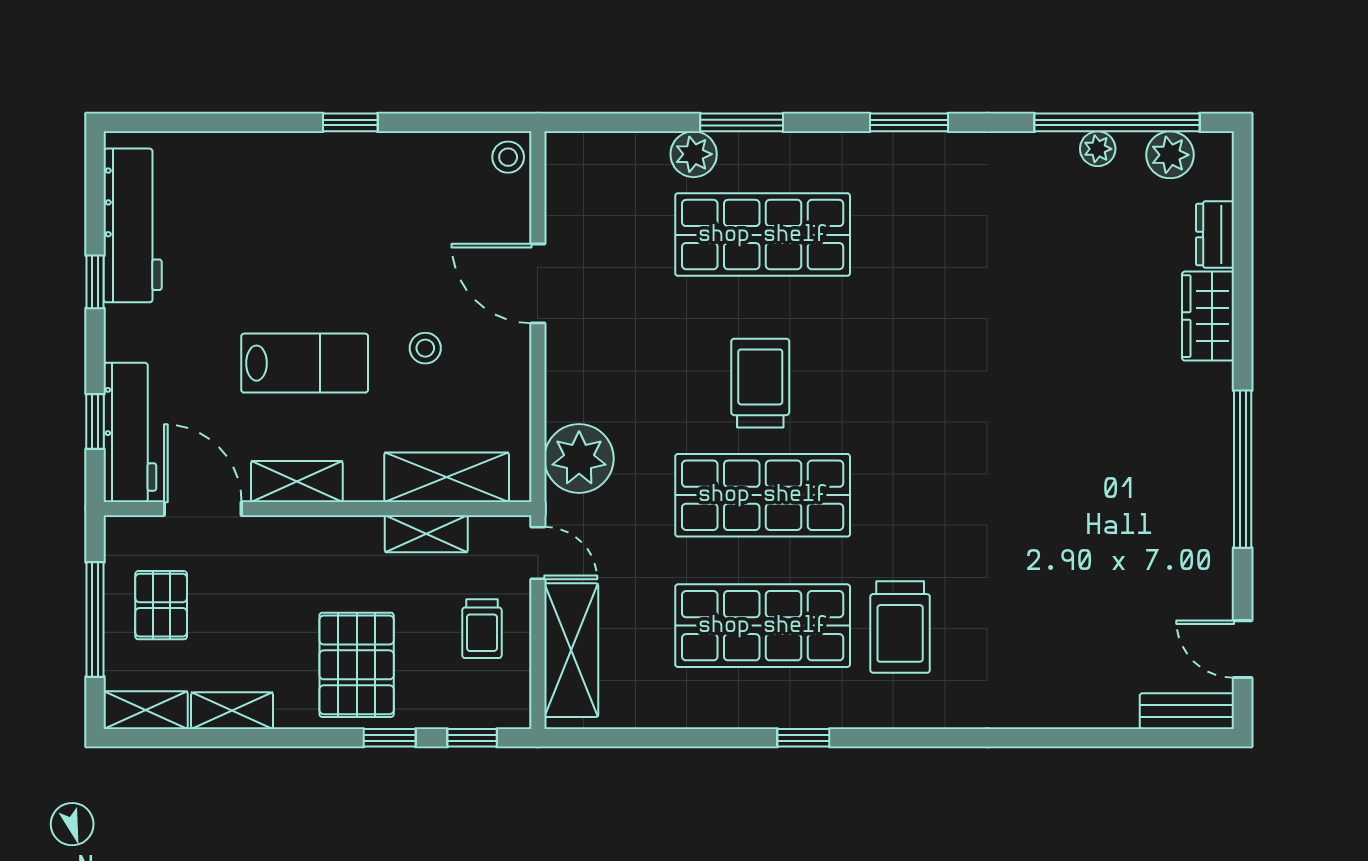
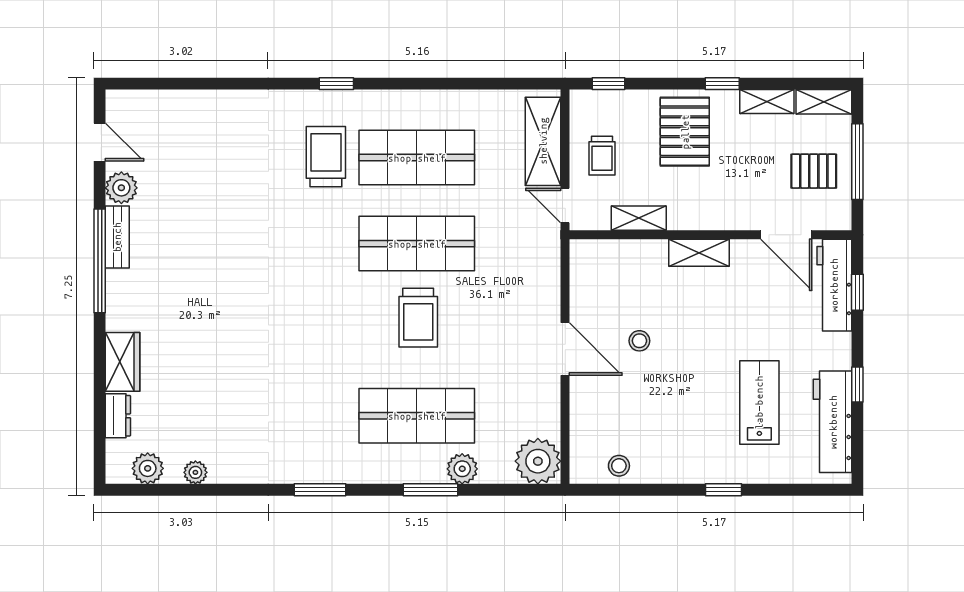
window: (350, 122) -> (723, 490), moved
window: (1117, 122) -> (183, 490), removed
stool: (508, 157) -> (619, 466), moved
door: (538, 284) -> (565, 349), moved
lab bench: (305, 363) -> (759, 402), moved, turned 90
plant: (579, 459) -> (538, 461), moved
shelving: (447, 477) -> (625, 256), removed
shelving: (297, 481) -> (699, 253), moved
plant: (1210, 580) -> (121, 188), added
pallet: (161, 605) -> (814, 171), turned 90
trolley: (482, 629) -> (602, 156), turned 180
bench: (1187, 711) -> (117, 237), moved, turned 90
window: (390, 738) -> (722, 84), moved
window: (803, 738) -> (336, 84), moved

